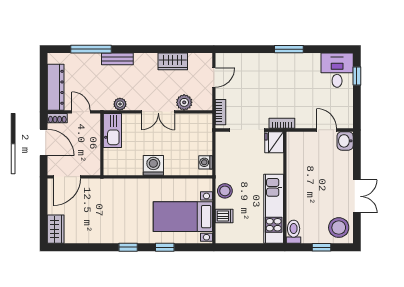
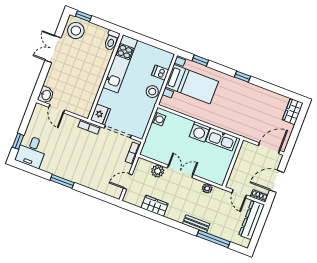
kitchen sink: (112, 130) -> (221, 139), moved, turned -90
door: (44, 142) -> (277, 181), hinge flipped
window: (165, 247) -> (200, 61), moved
window: (322, 247) -> (83, 16), moved

